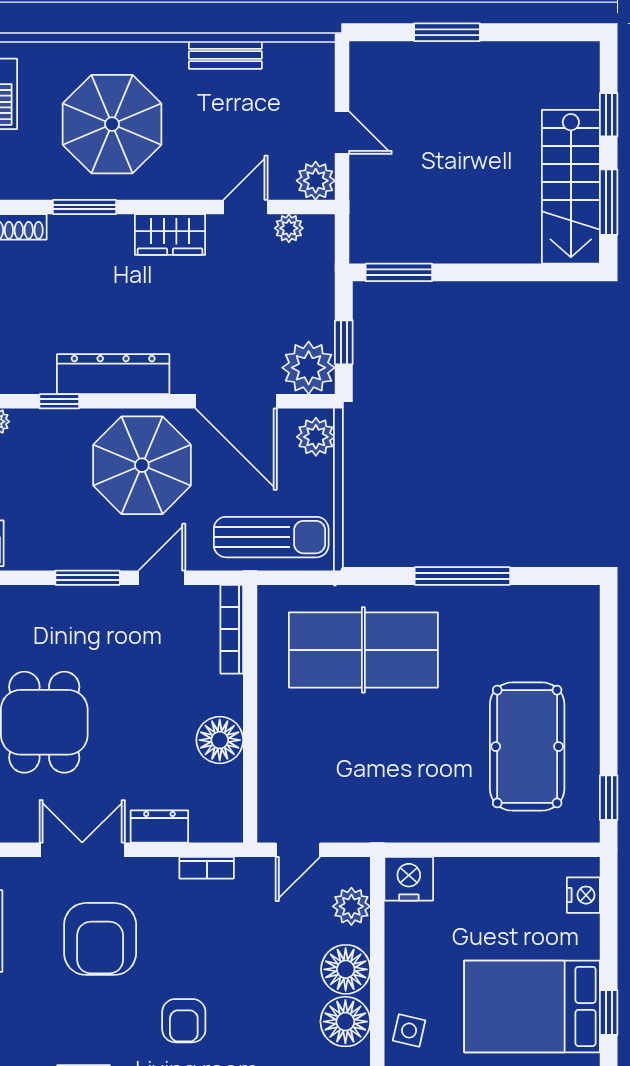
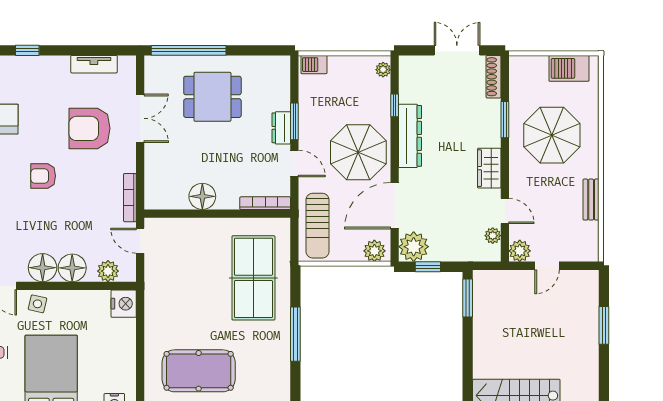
dresser: (159, 827) -> (281, 128), moved, turned 180
bookcase: (207, 868) -> (130, 198), width x1.56

